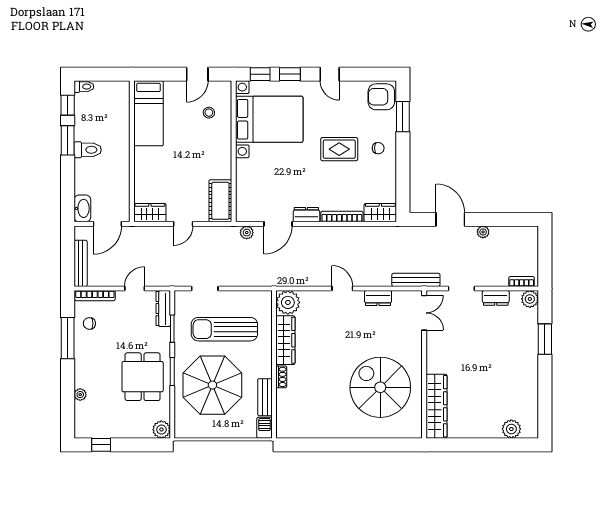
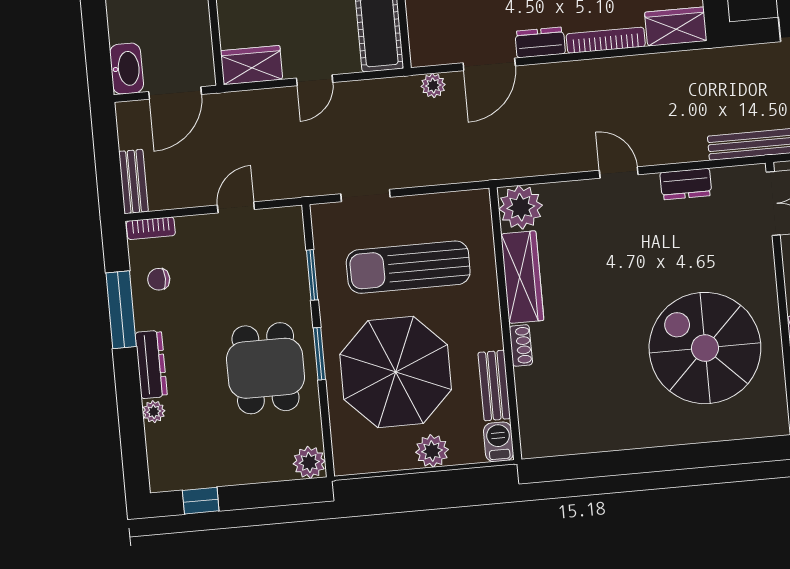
bench: (81, 263) -> (133, 181), width x0.73
bookcase: (95, 296) -> (151, 228), width x0.64
dresser: (163, 309) -> (151, 364), moved, turned 180
plant: (228, 429) -> (432, 451), added

